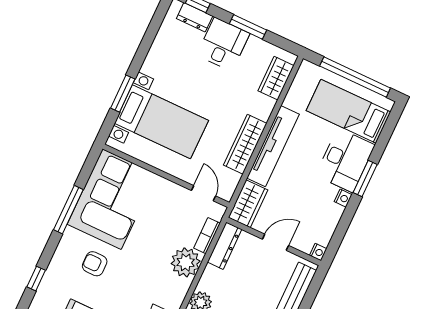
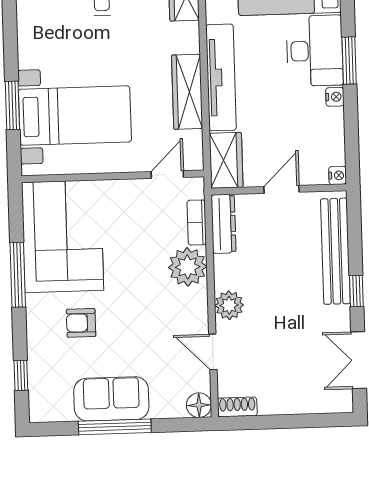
door: (204, 193) -> (167, 175), hinge flipped

